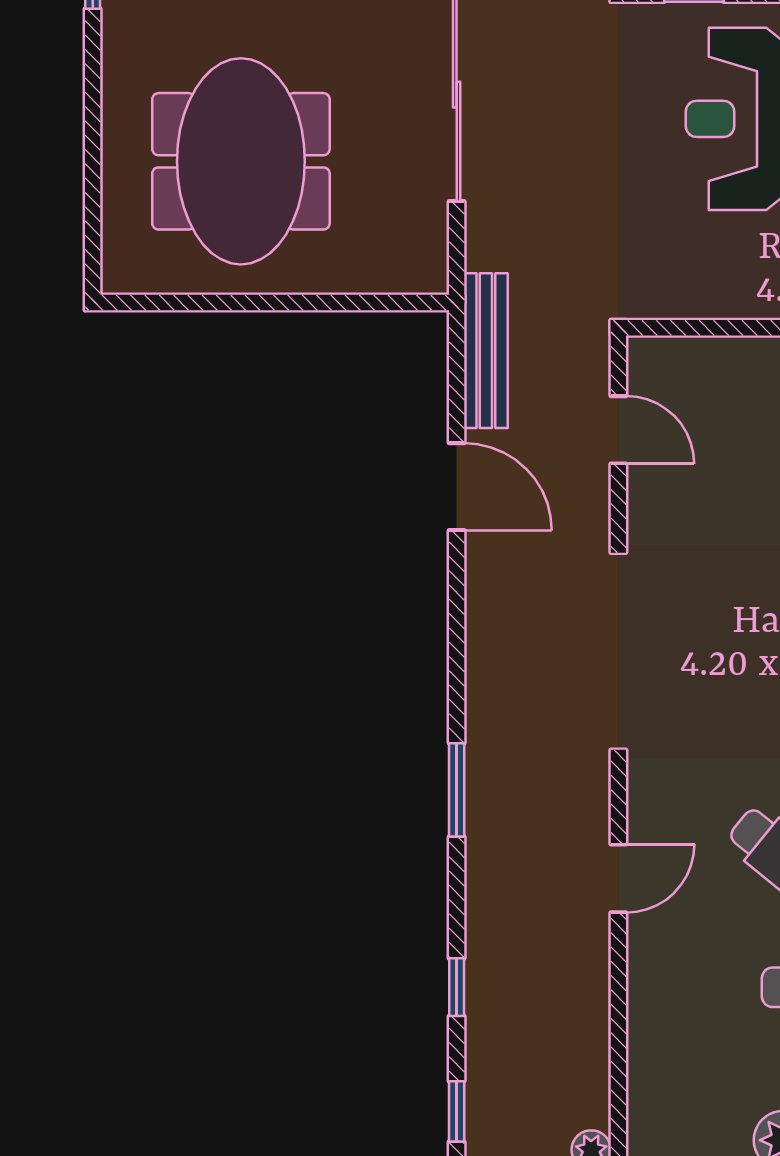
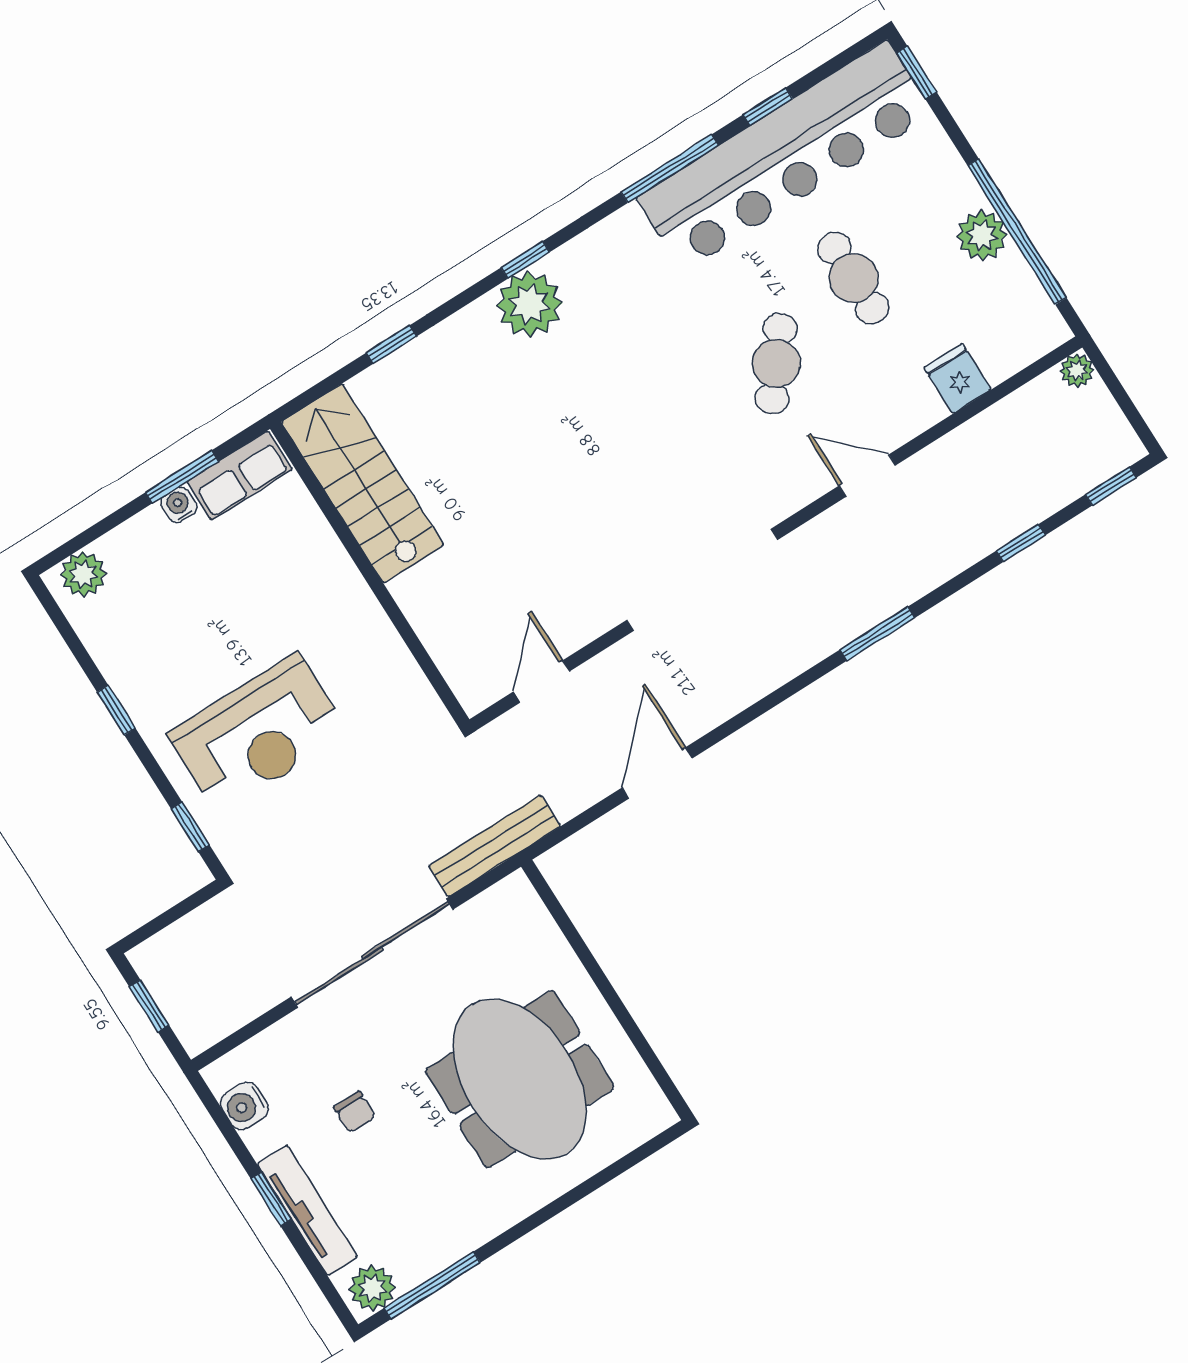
meeting table: (241, 161) -> (520, 1079), turned 90
bench: (486, 351) -> (495, 846), moved
fridge: (658, 1027) -> (958, 378), added

